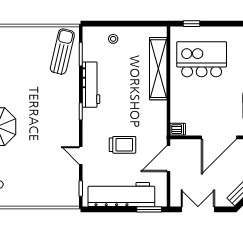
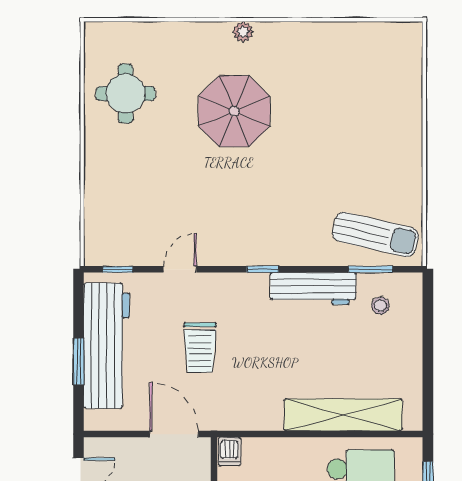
stool: (113, 39) -> (380, 306), moved
window: (149, 209) -> (79, 361), moved

